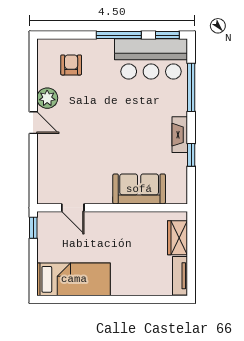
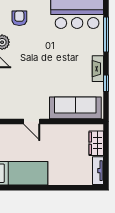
sofa: (139, 189) -> (75, 108), width x1.36
door: (73, 208) -> (32, 121), moved

